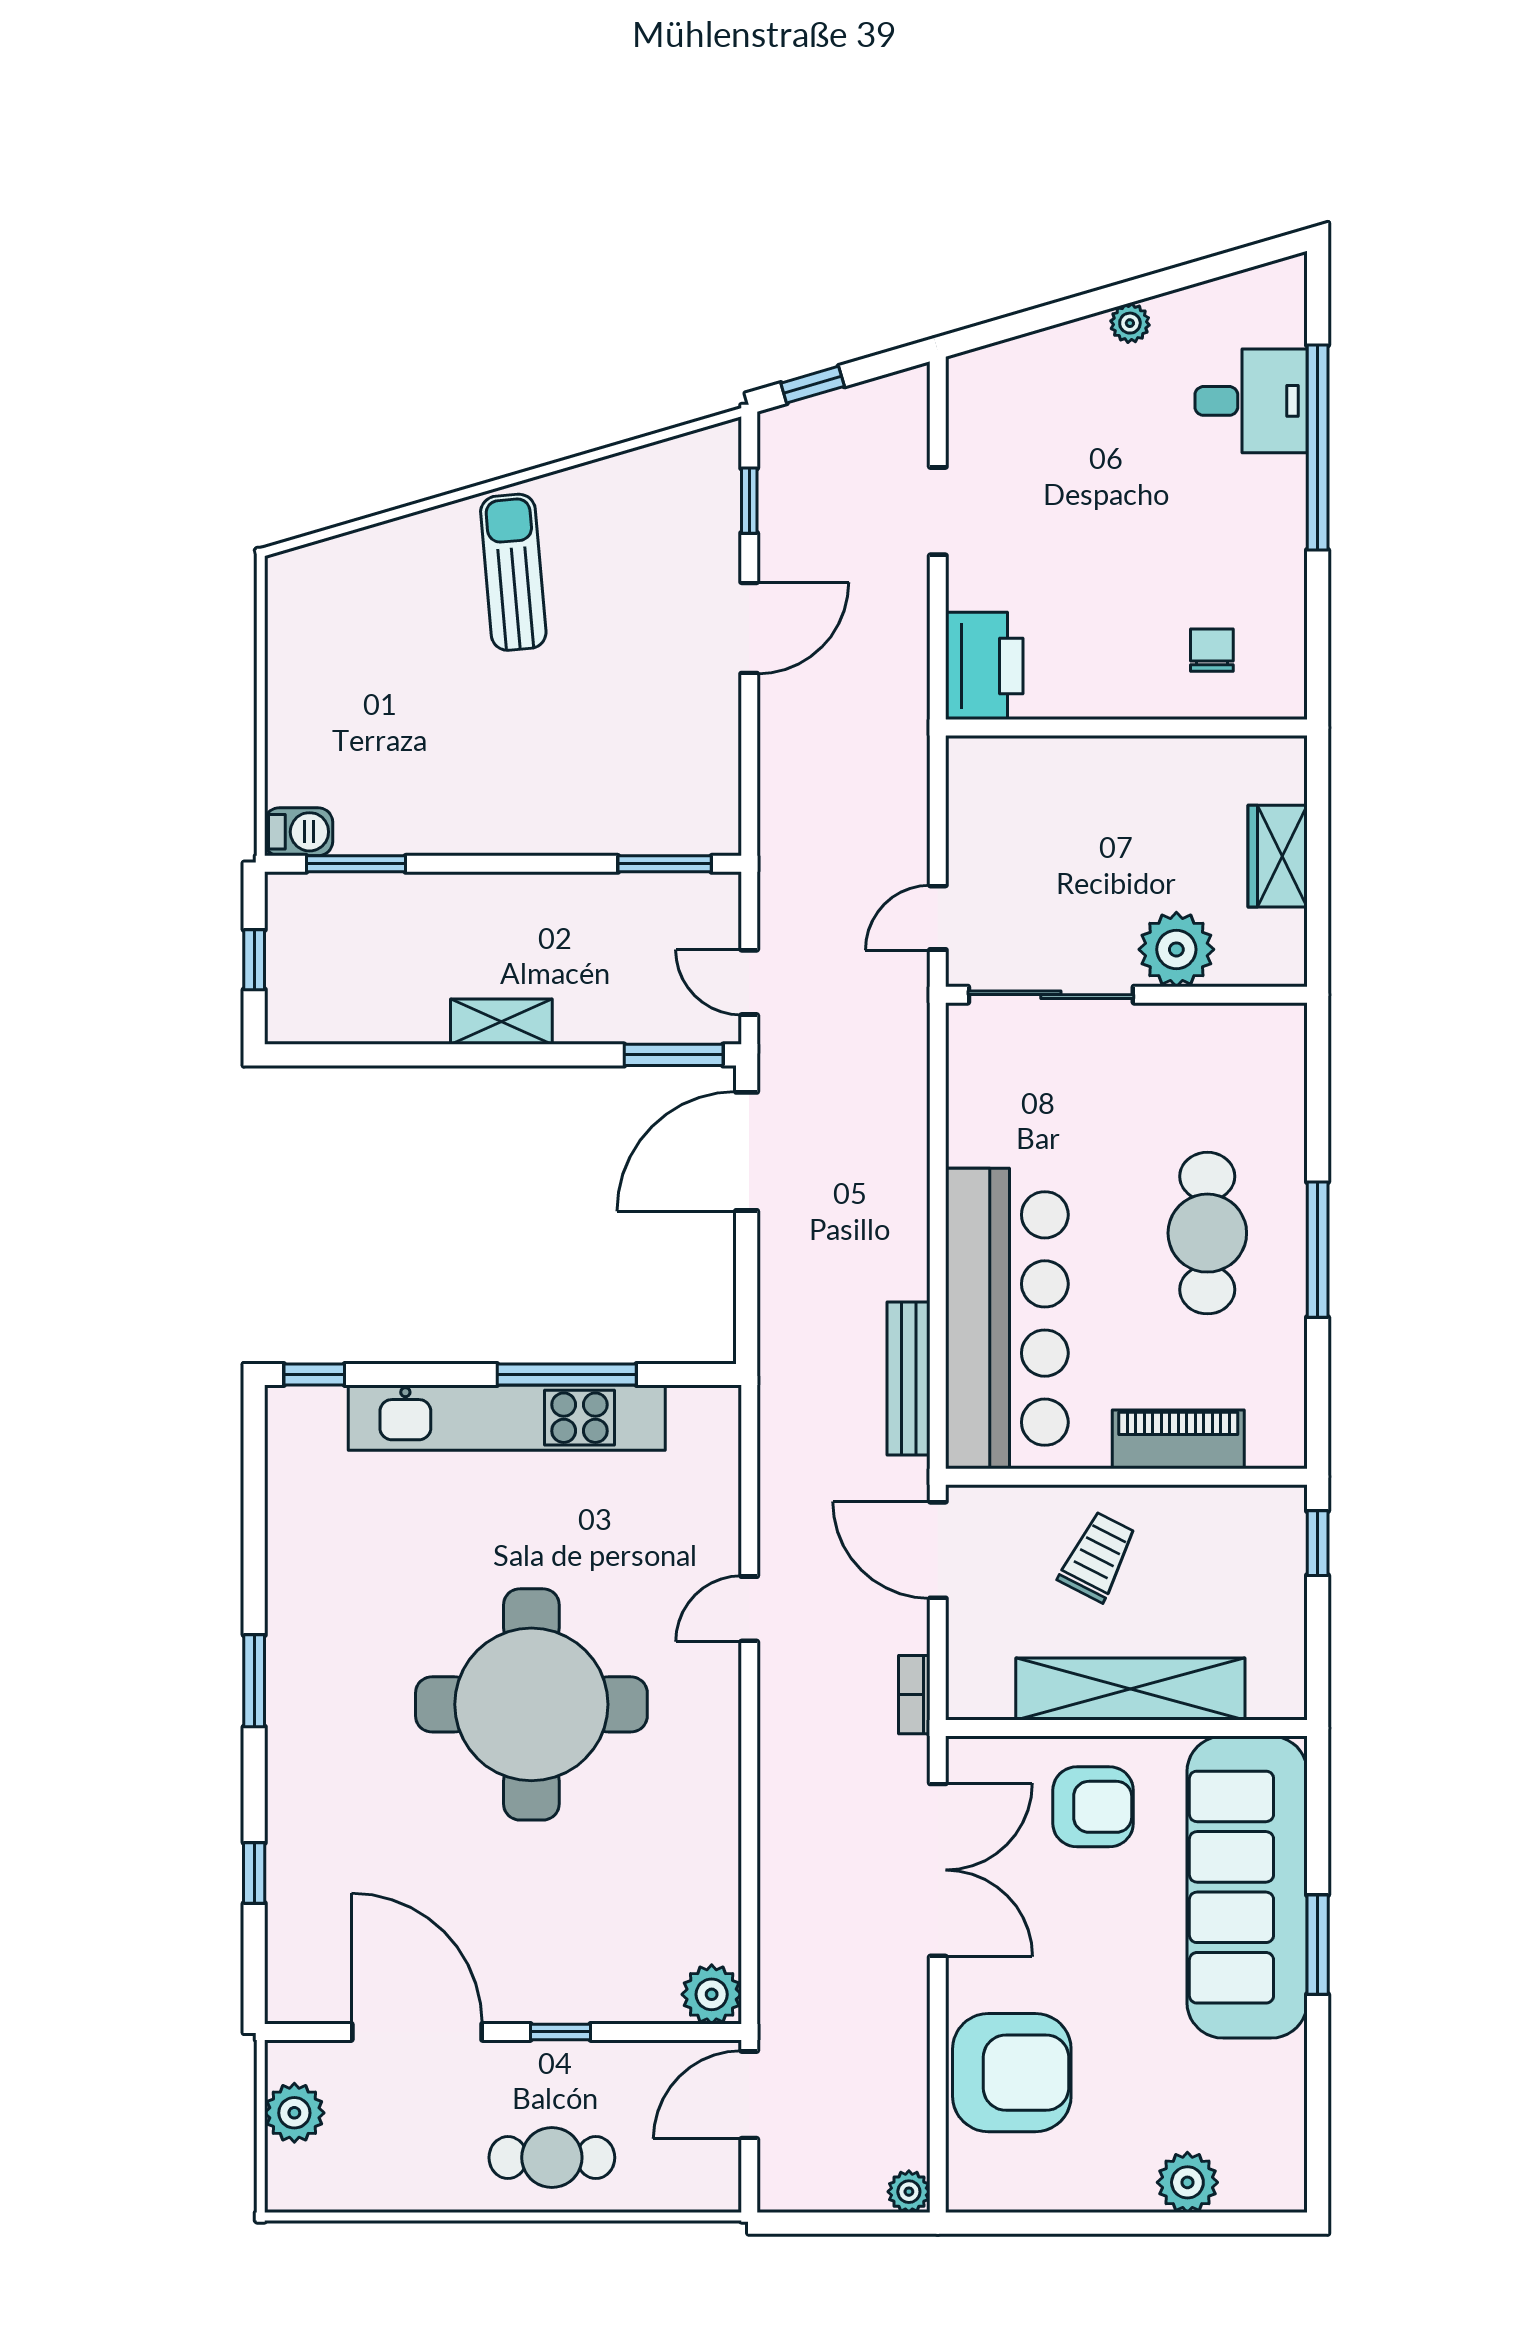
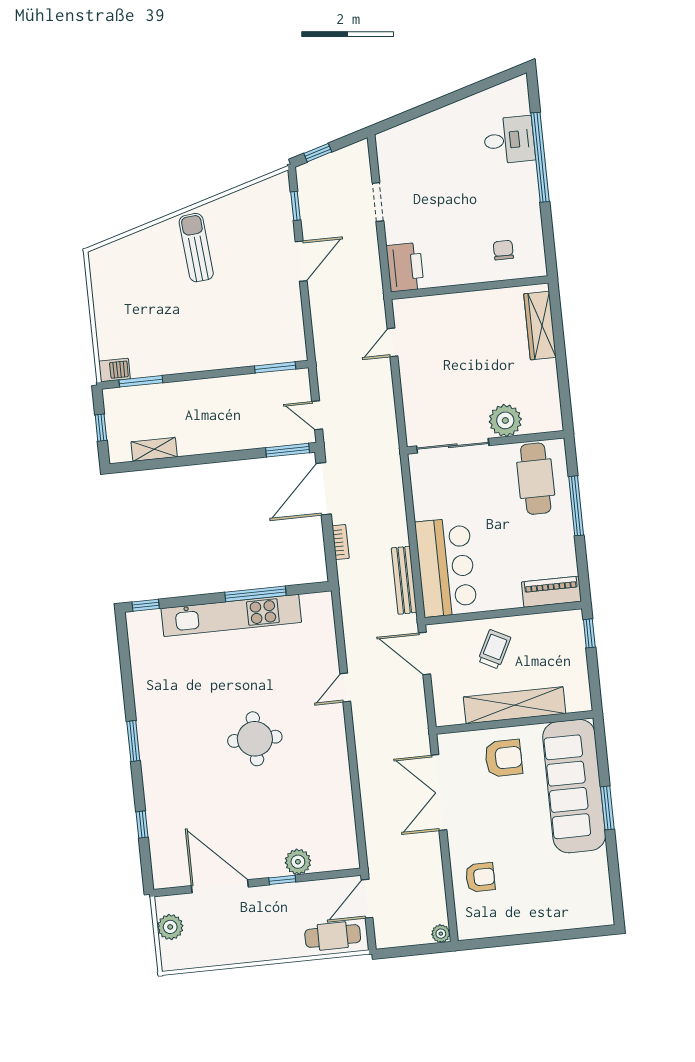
plant: (1130, 323) -> (453, 112), removed
wardrobe: (1278, 856) -> (540, 326), width x1.50
door: (938, 918) -> (392, 342), moved
plant: (1176, 949) -> (505, 420), moved
sliding door: (1051, 995) -> (453, 446), moved
wall: (1126, 995) -> (486, 442), moved
shelving: (501, 1022) -> (154, 449), moved
cafe table: (1207, 1233) -> (536, 479), moved
bar counter: (1007, 1318) -> (446, 567), width x0.73
piano: (1178, 1439) -> (551, 592), moved
bookcase: (914, 1695) -> (341, 542), moved, turned 180
round table: (531, 1704) -> (255, 739), width x0.54, depth x0.54
double door: (938, 1870) -> (439, 793), swing flipped
plant: (712, 1994) -> (298, 862), moved
armchair: (1012, 2073) -> (480, 877), width x0.53, depth x0.53
cafe table: (552, 2158) -> (333, 936), moved
plant: (1187, 2182) -> (561, 917), removed

